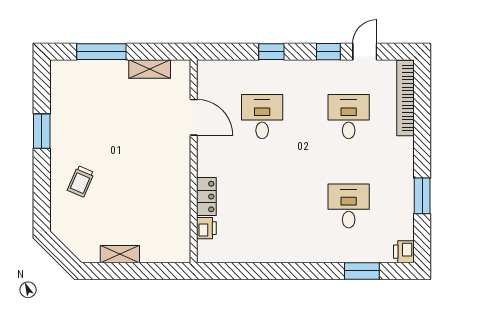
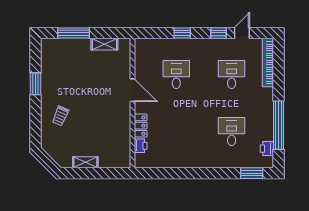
door: (194, 117) -> (133, 90), moved
window: (422, 196) -> (279, 125), width x2.11
printer: (404, 252) -> (267, 149), moved
window: (362, 271) -> (252, 173), moved

